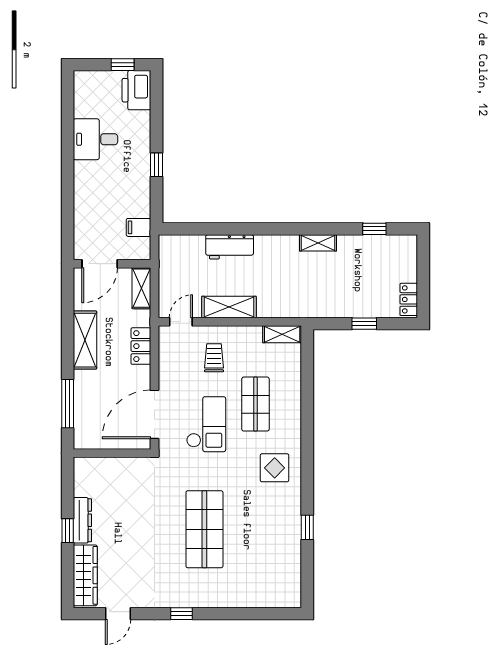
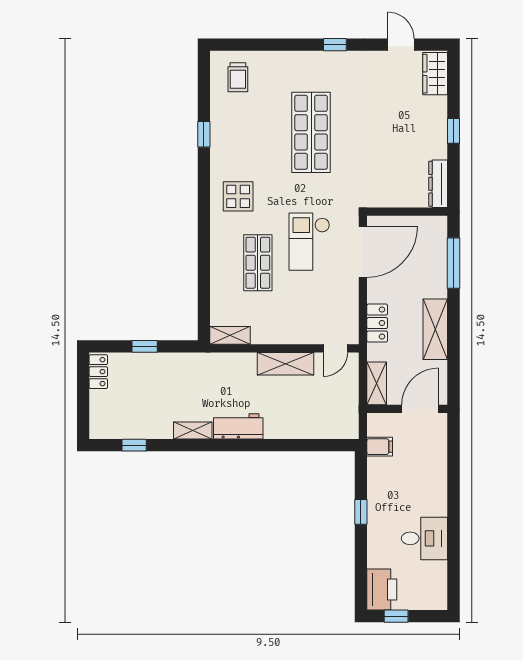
workbench: (230, 247) -> (238, 426), moved
trolley: (214, 358) -> (238, 77), moved
dresser: (82, 520) -> (438, 184), moved
wardrobe: (85, 575) -> (435, 74), width x0.67
door: (118, 614) -> (401, 45), hinge flipped

